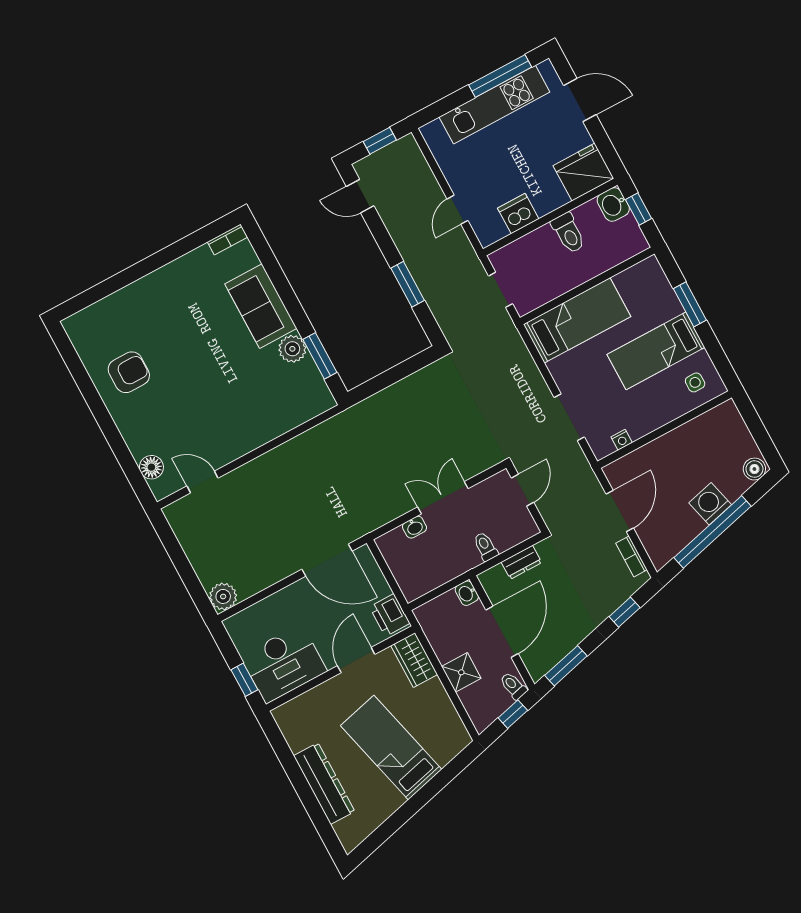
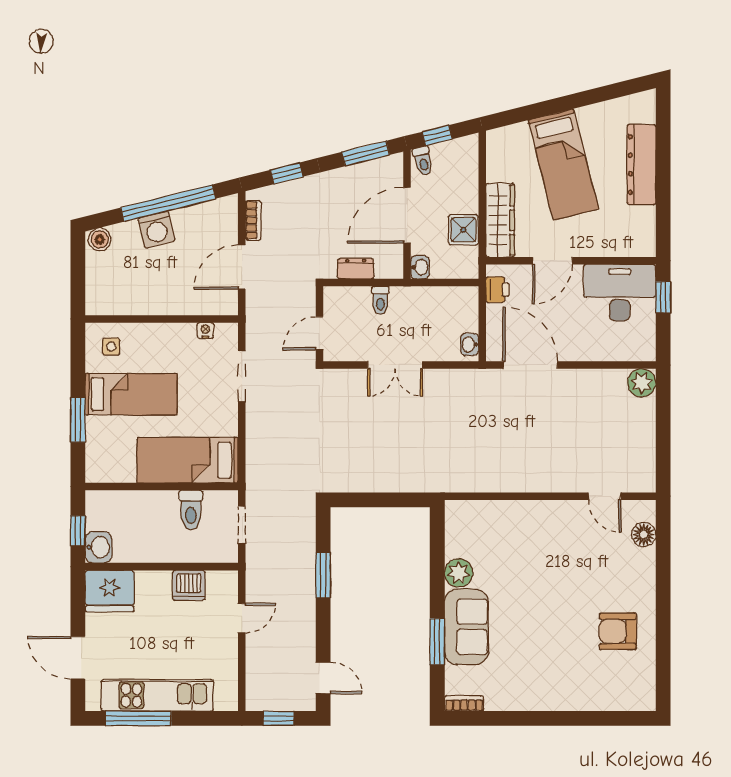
toilet: (568, 233) -> (191, 510), moved, turned 180
window: (320, 356) -> (437, 642), moved
washbasin: (414, 527) -> (469, 344), moved, turned -90
printer: (390, 615) -> (498, 290), width x0.73, depth x0.81
wardrobe: (414, 660) -> (500, 220), width x1.50
shower: (461, 672) -> (463, 230), moved

